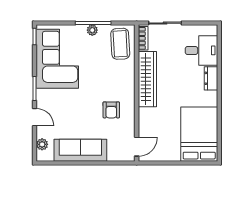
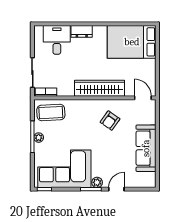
wardrobe: (147, 79) -> (100, 88), moved
armchair: (111, 110) -> (110, 121), turned 125
plant: (42, 144) -> (97, 182), moved

